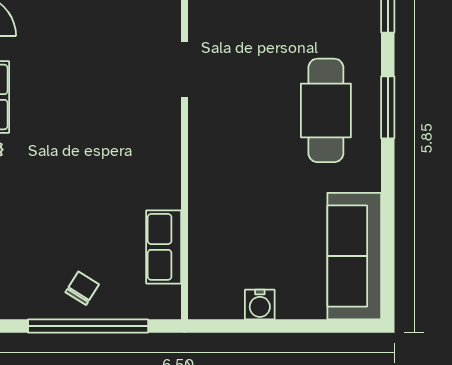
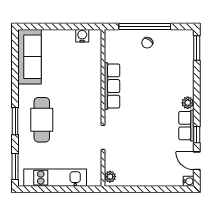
row of seats: (164, 247) -> (112, 86), moved, width x1.48
water cooler: (260, 304) -> (82, 36), moved

